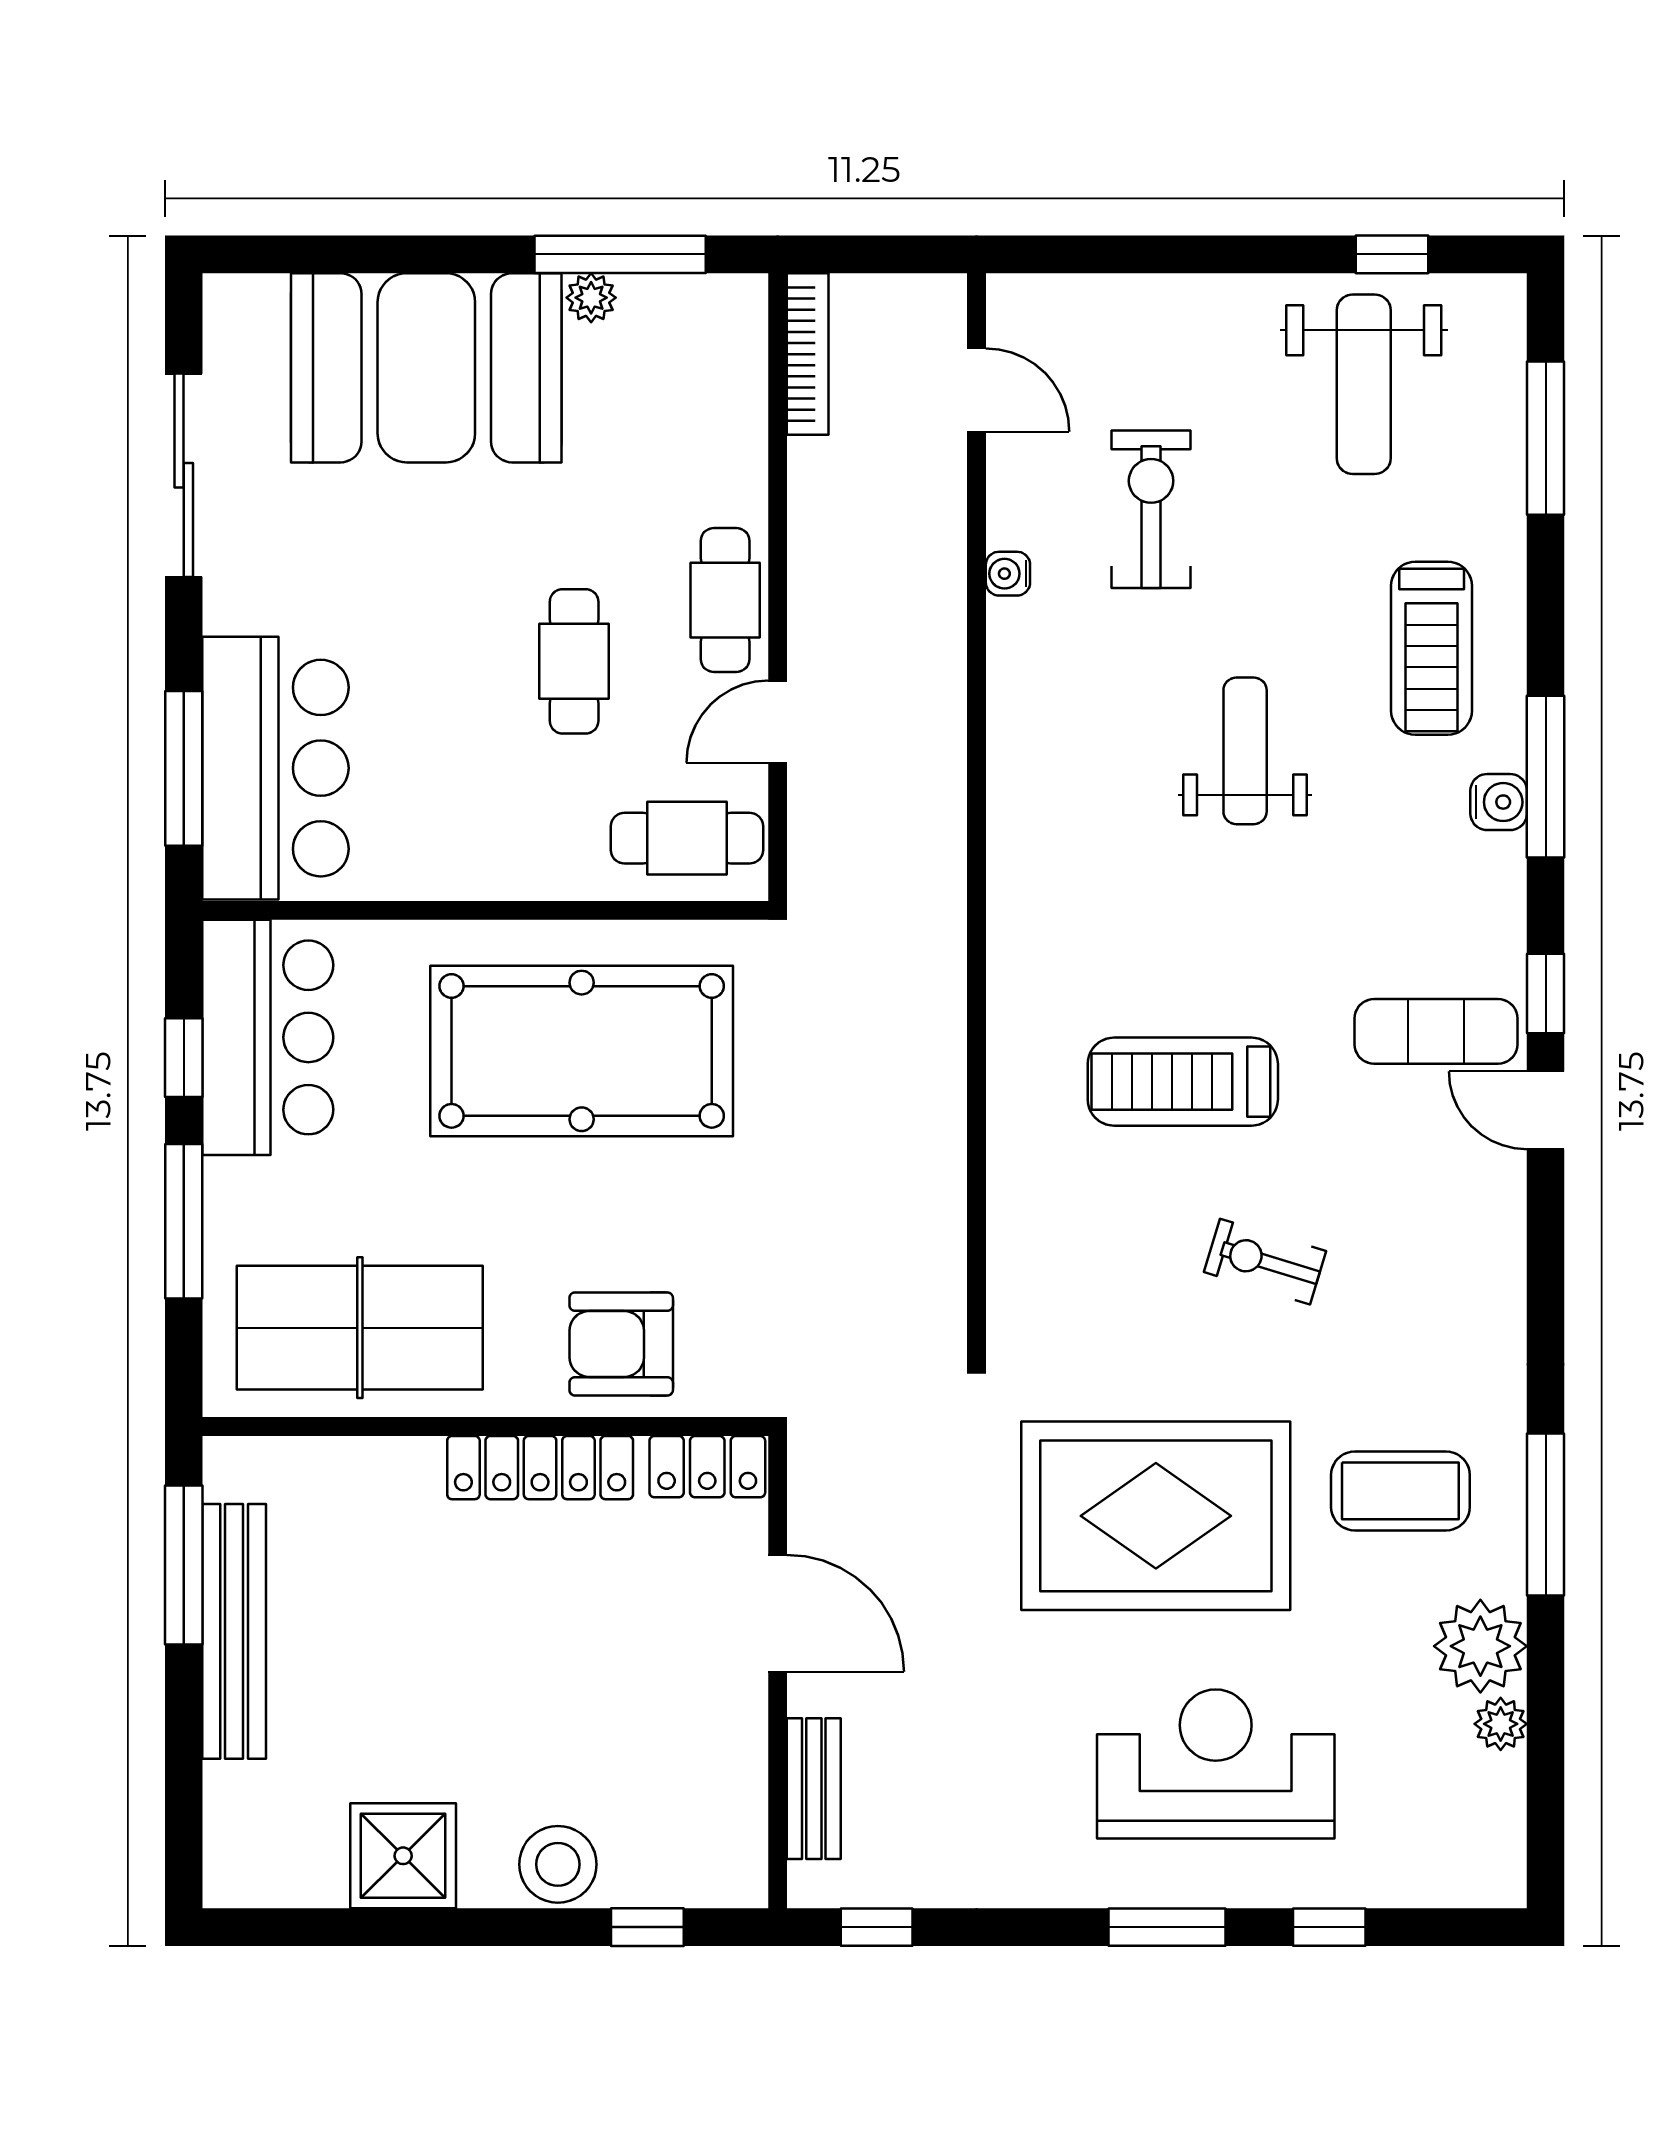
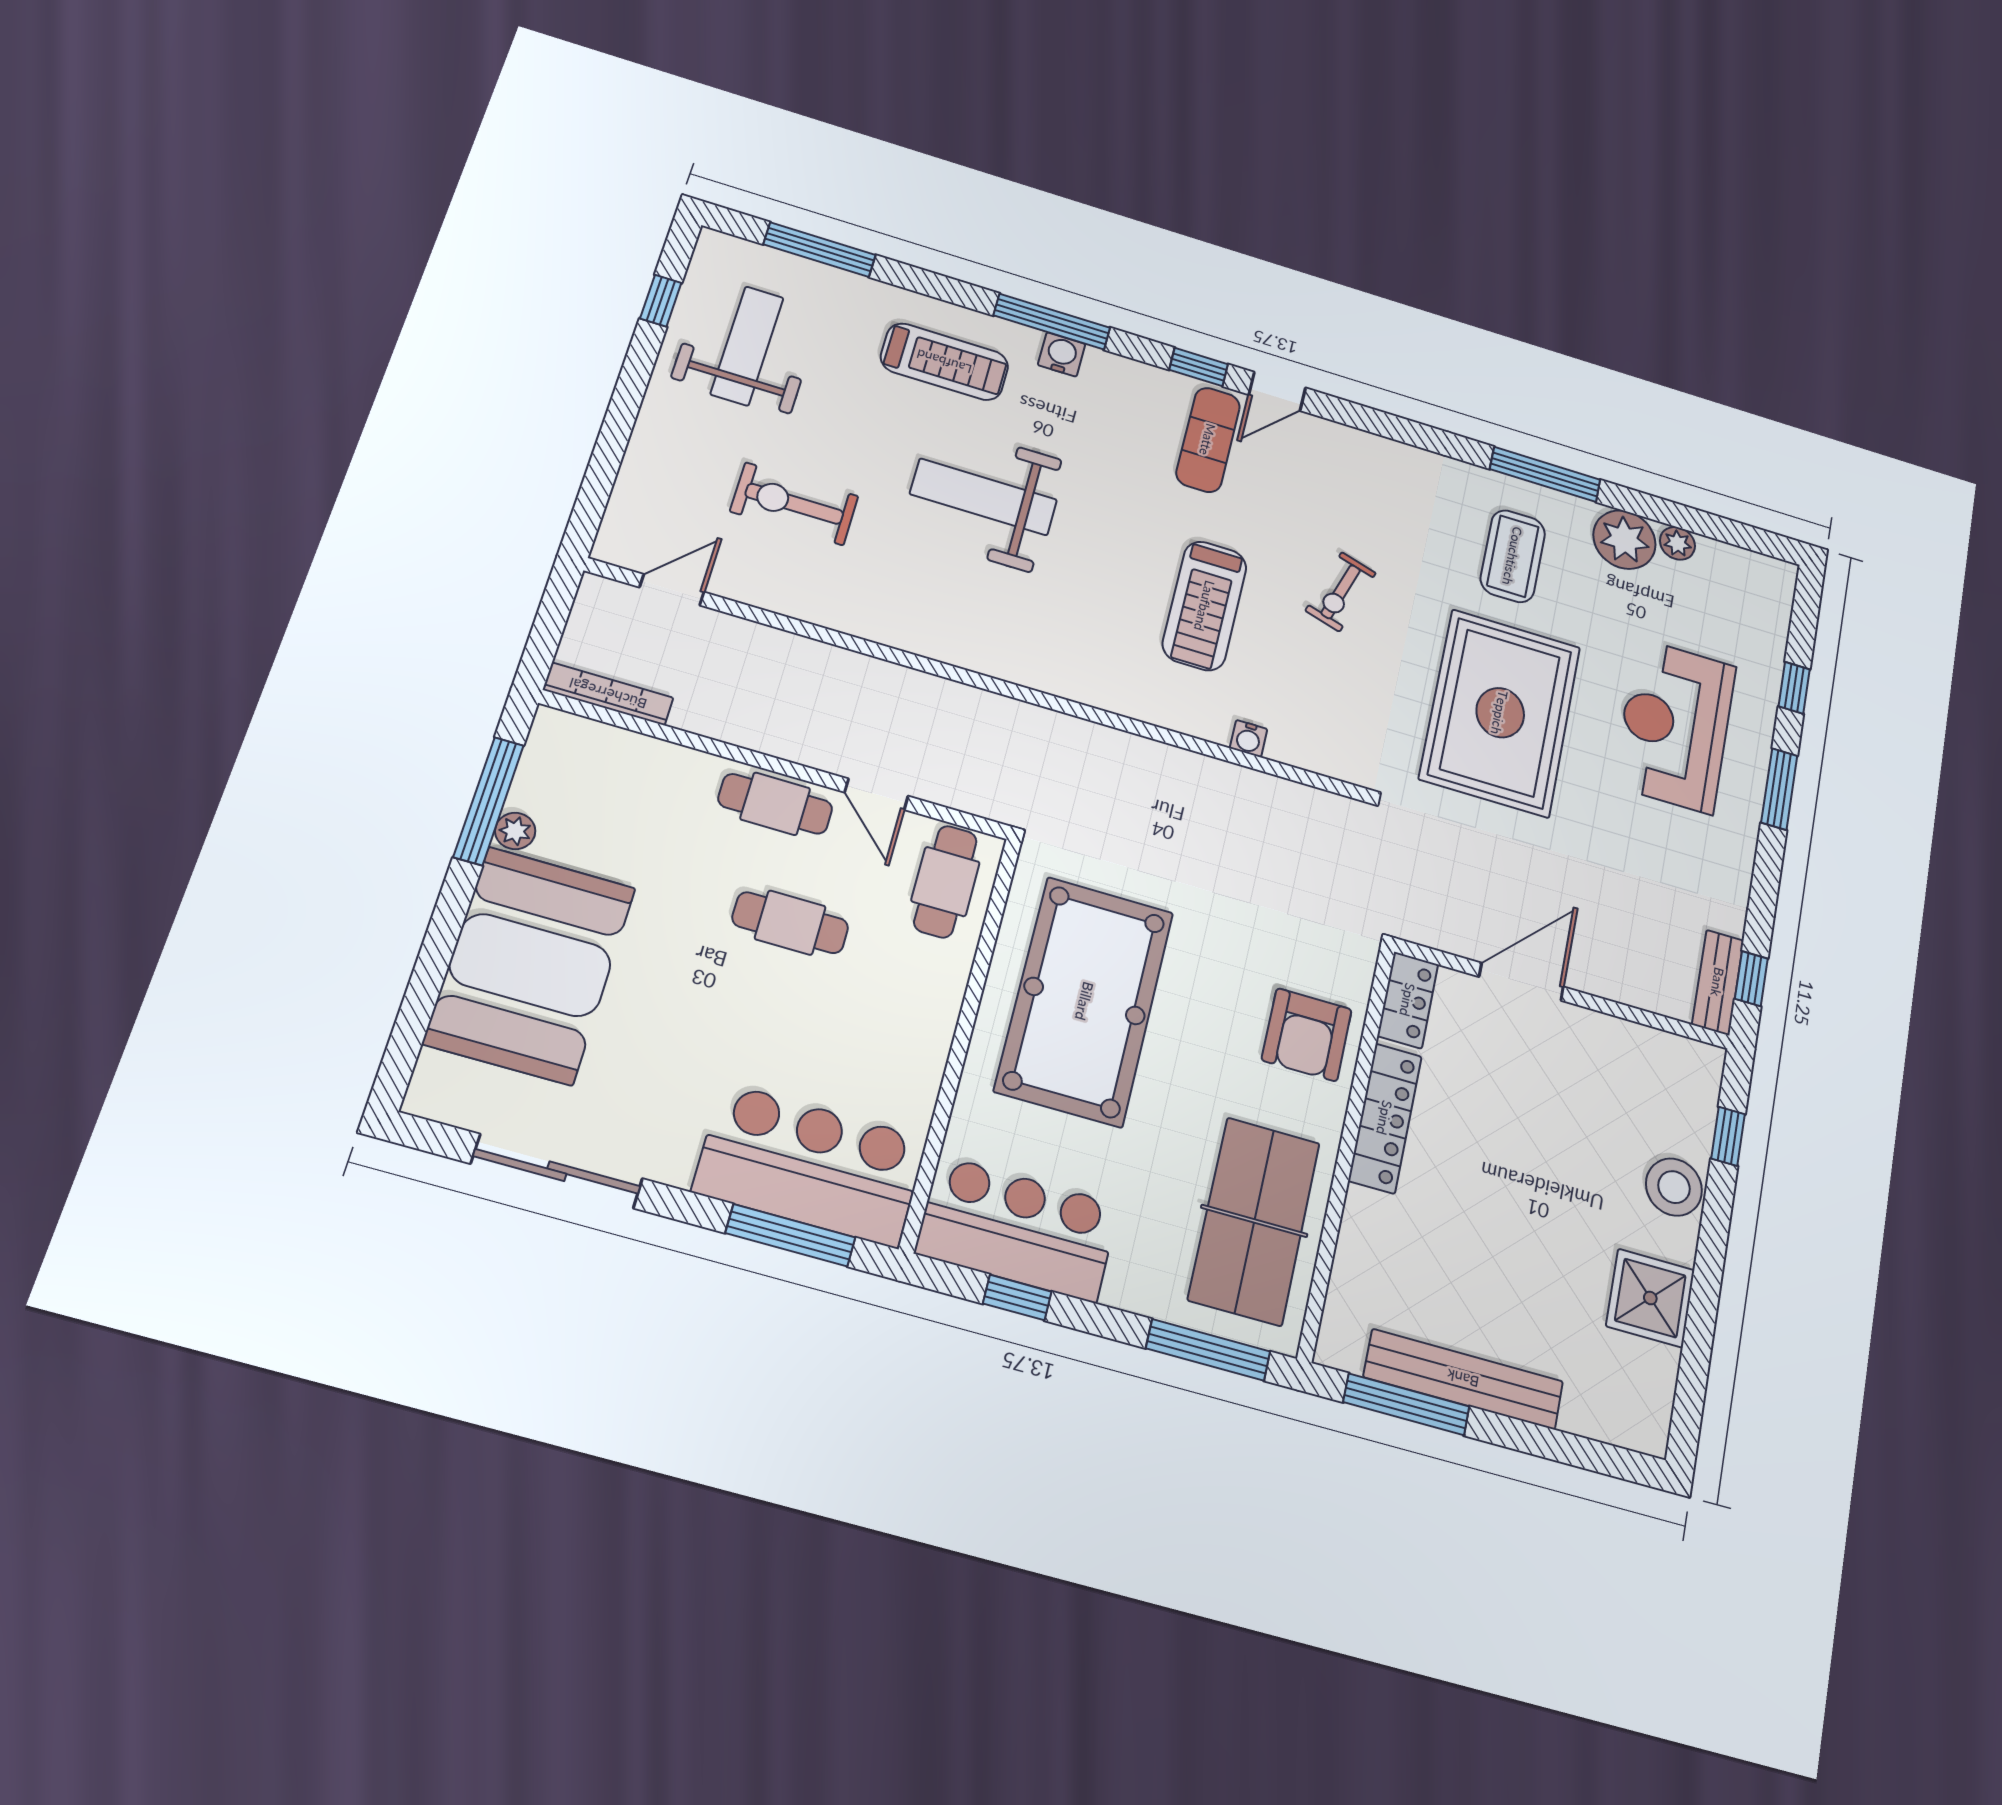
weight bench: (1364, 384) -> (747, 346), turned -90
water cooler: (1008, 574) -> (1249, 739), moved
weight bench: (1245, 751) -> (983, 497), width x1.36, depth x1.33
window: (184, 1221) -> (1208, 1350), moved
bench: (814, 1789) -> (1718, 982), moved, turned 90

